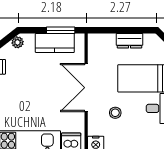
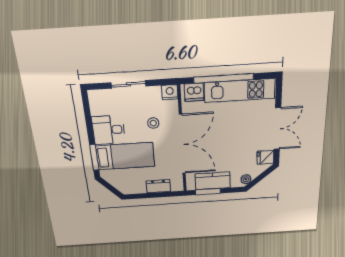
dresser: (129, 41) -> (158, 186), moved
double door: (86, 88) -> (182, 144), width x1.36

